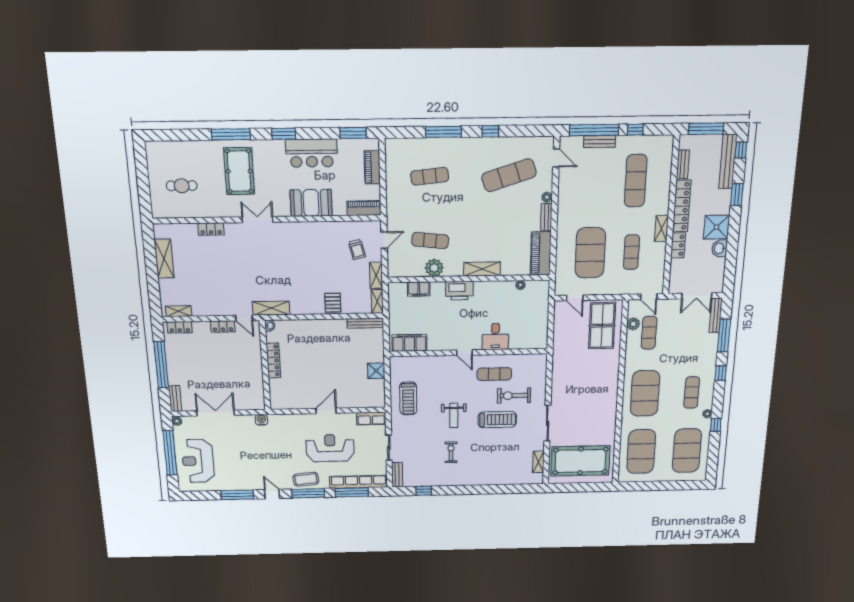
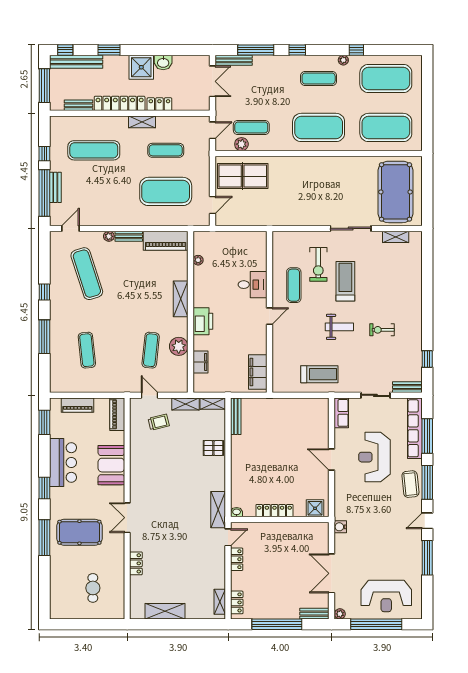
shower: (376, 371) -> (315, 508), moved

